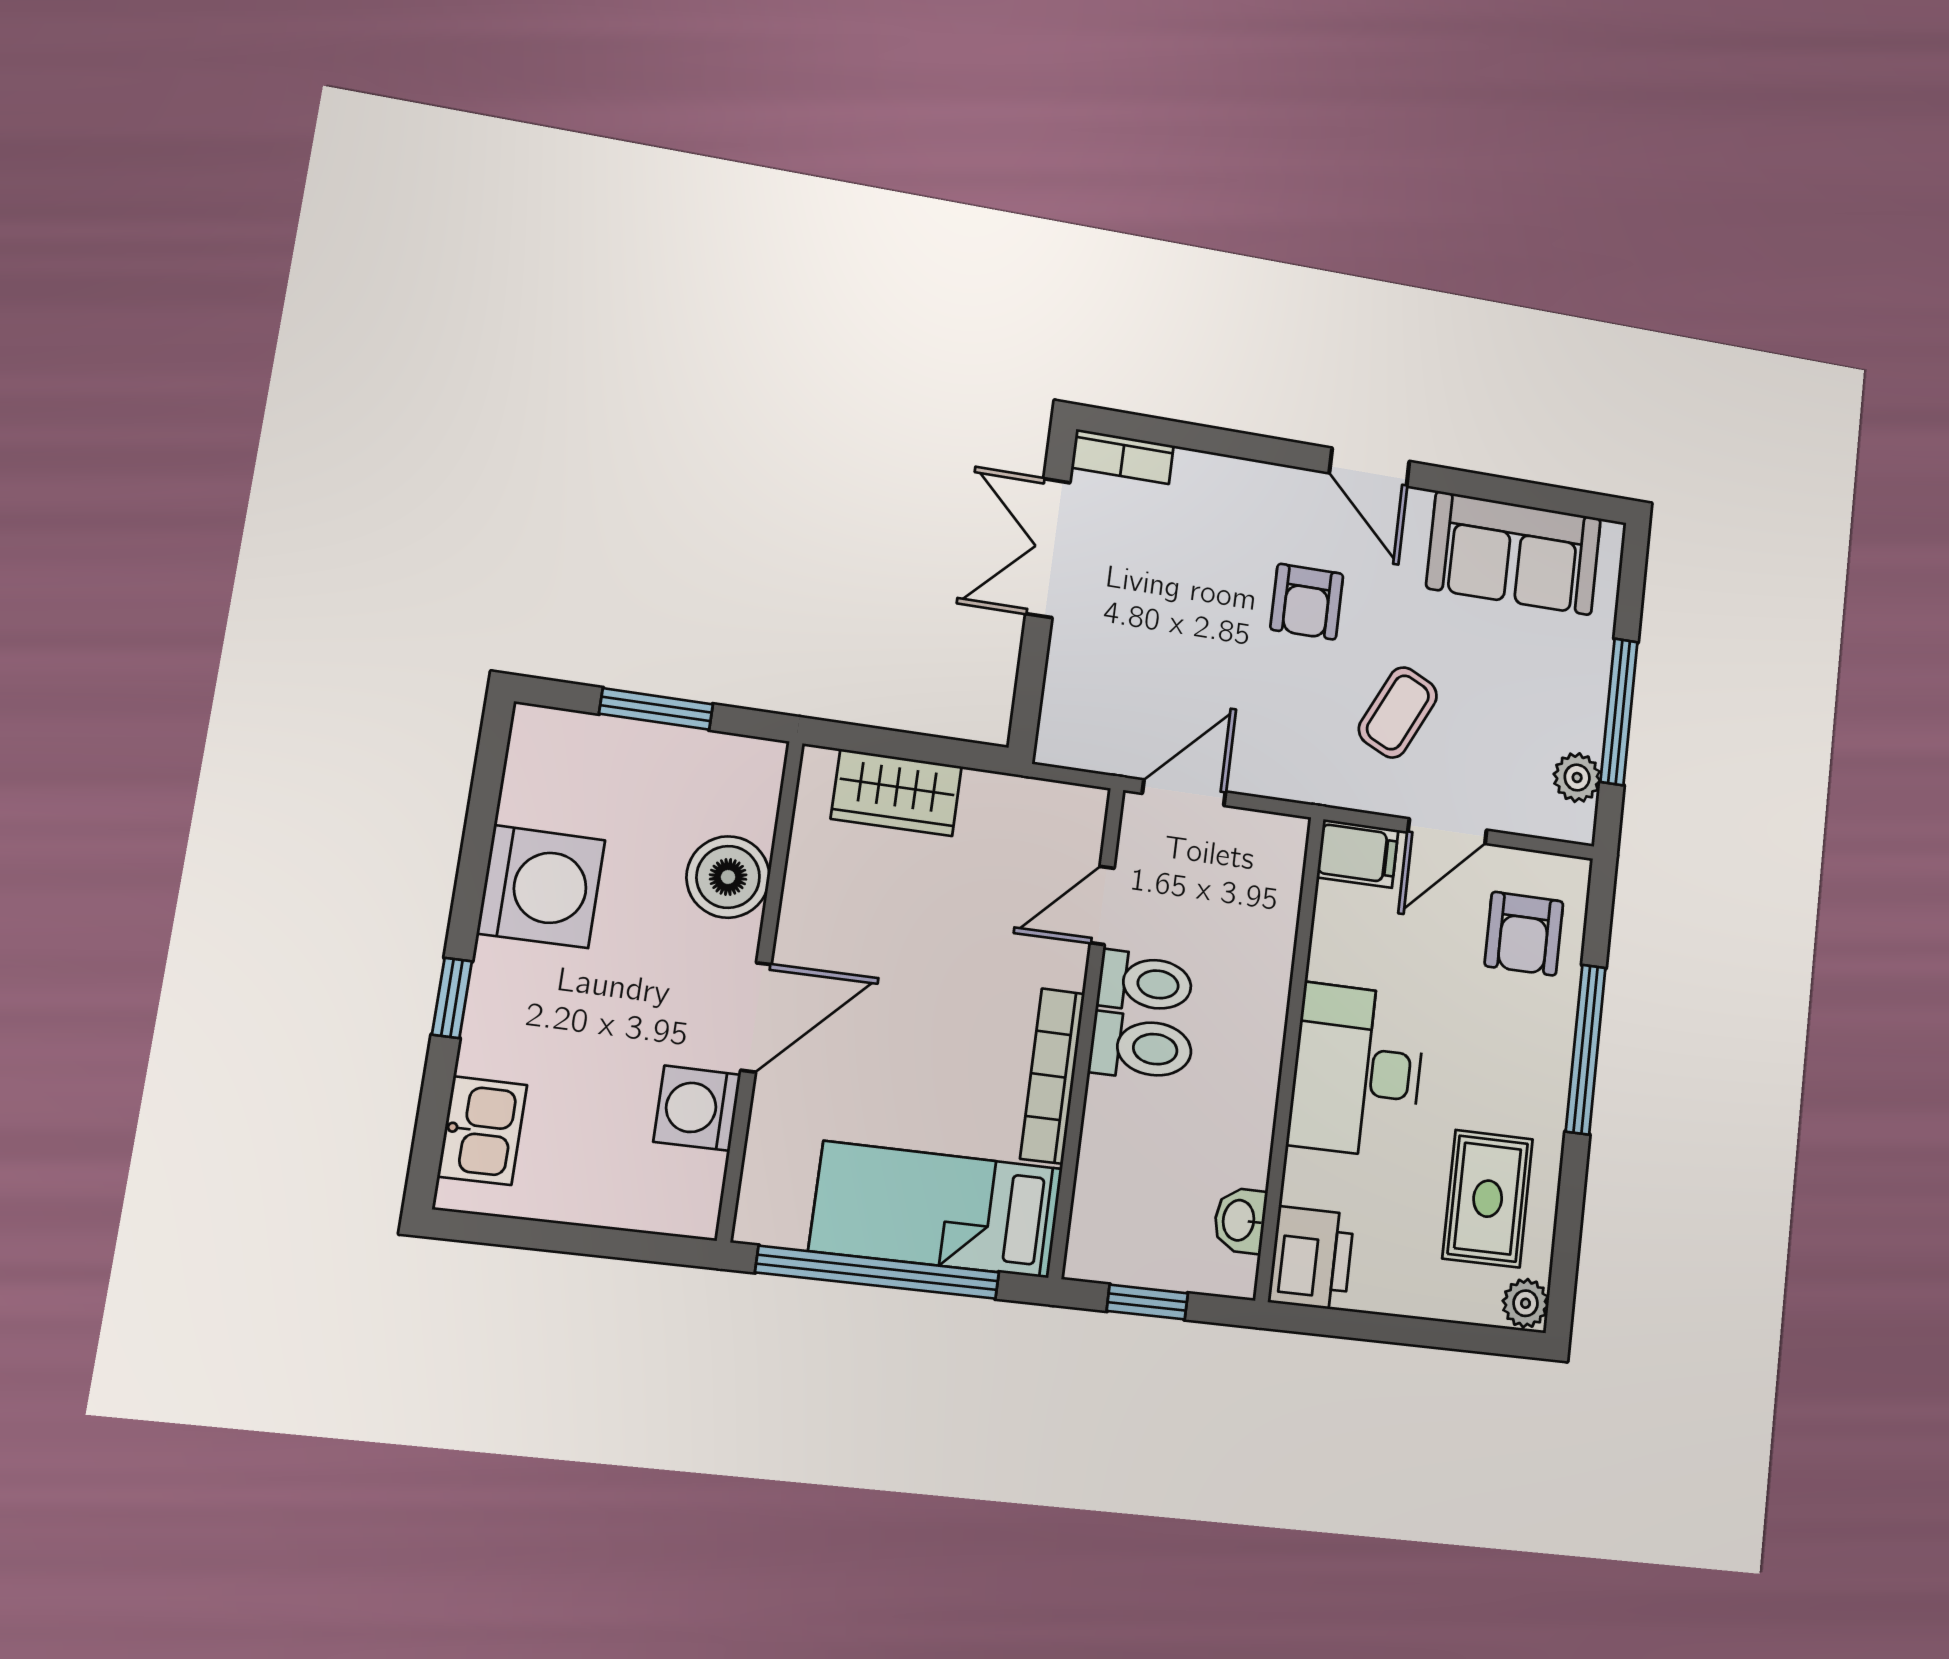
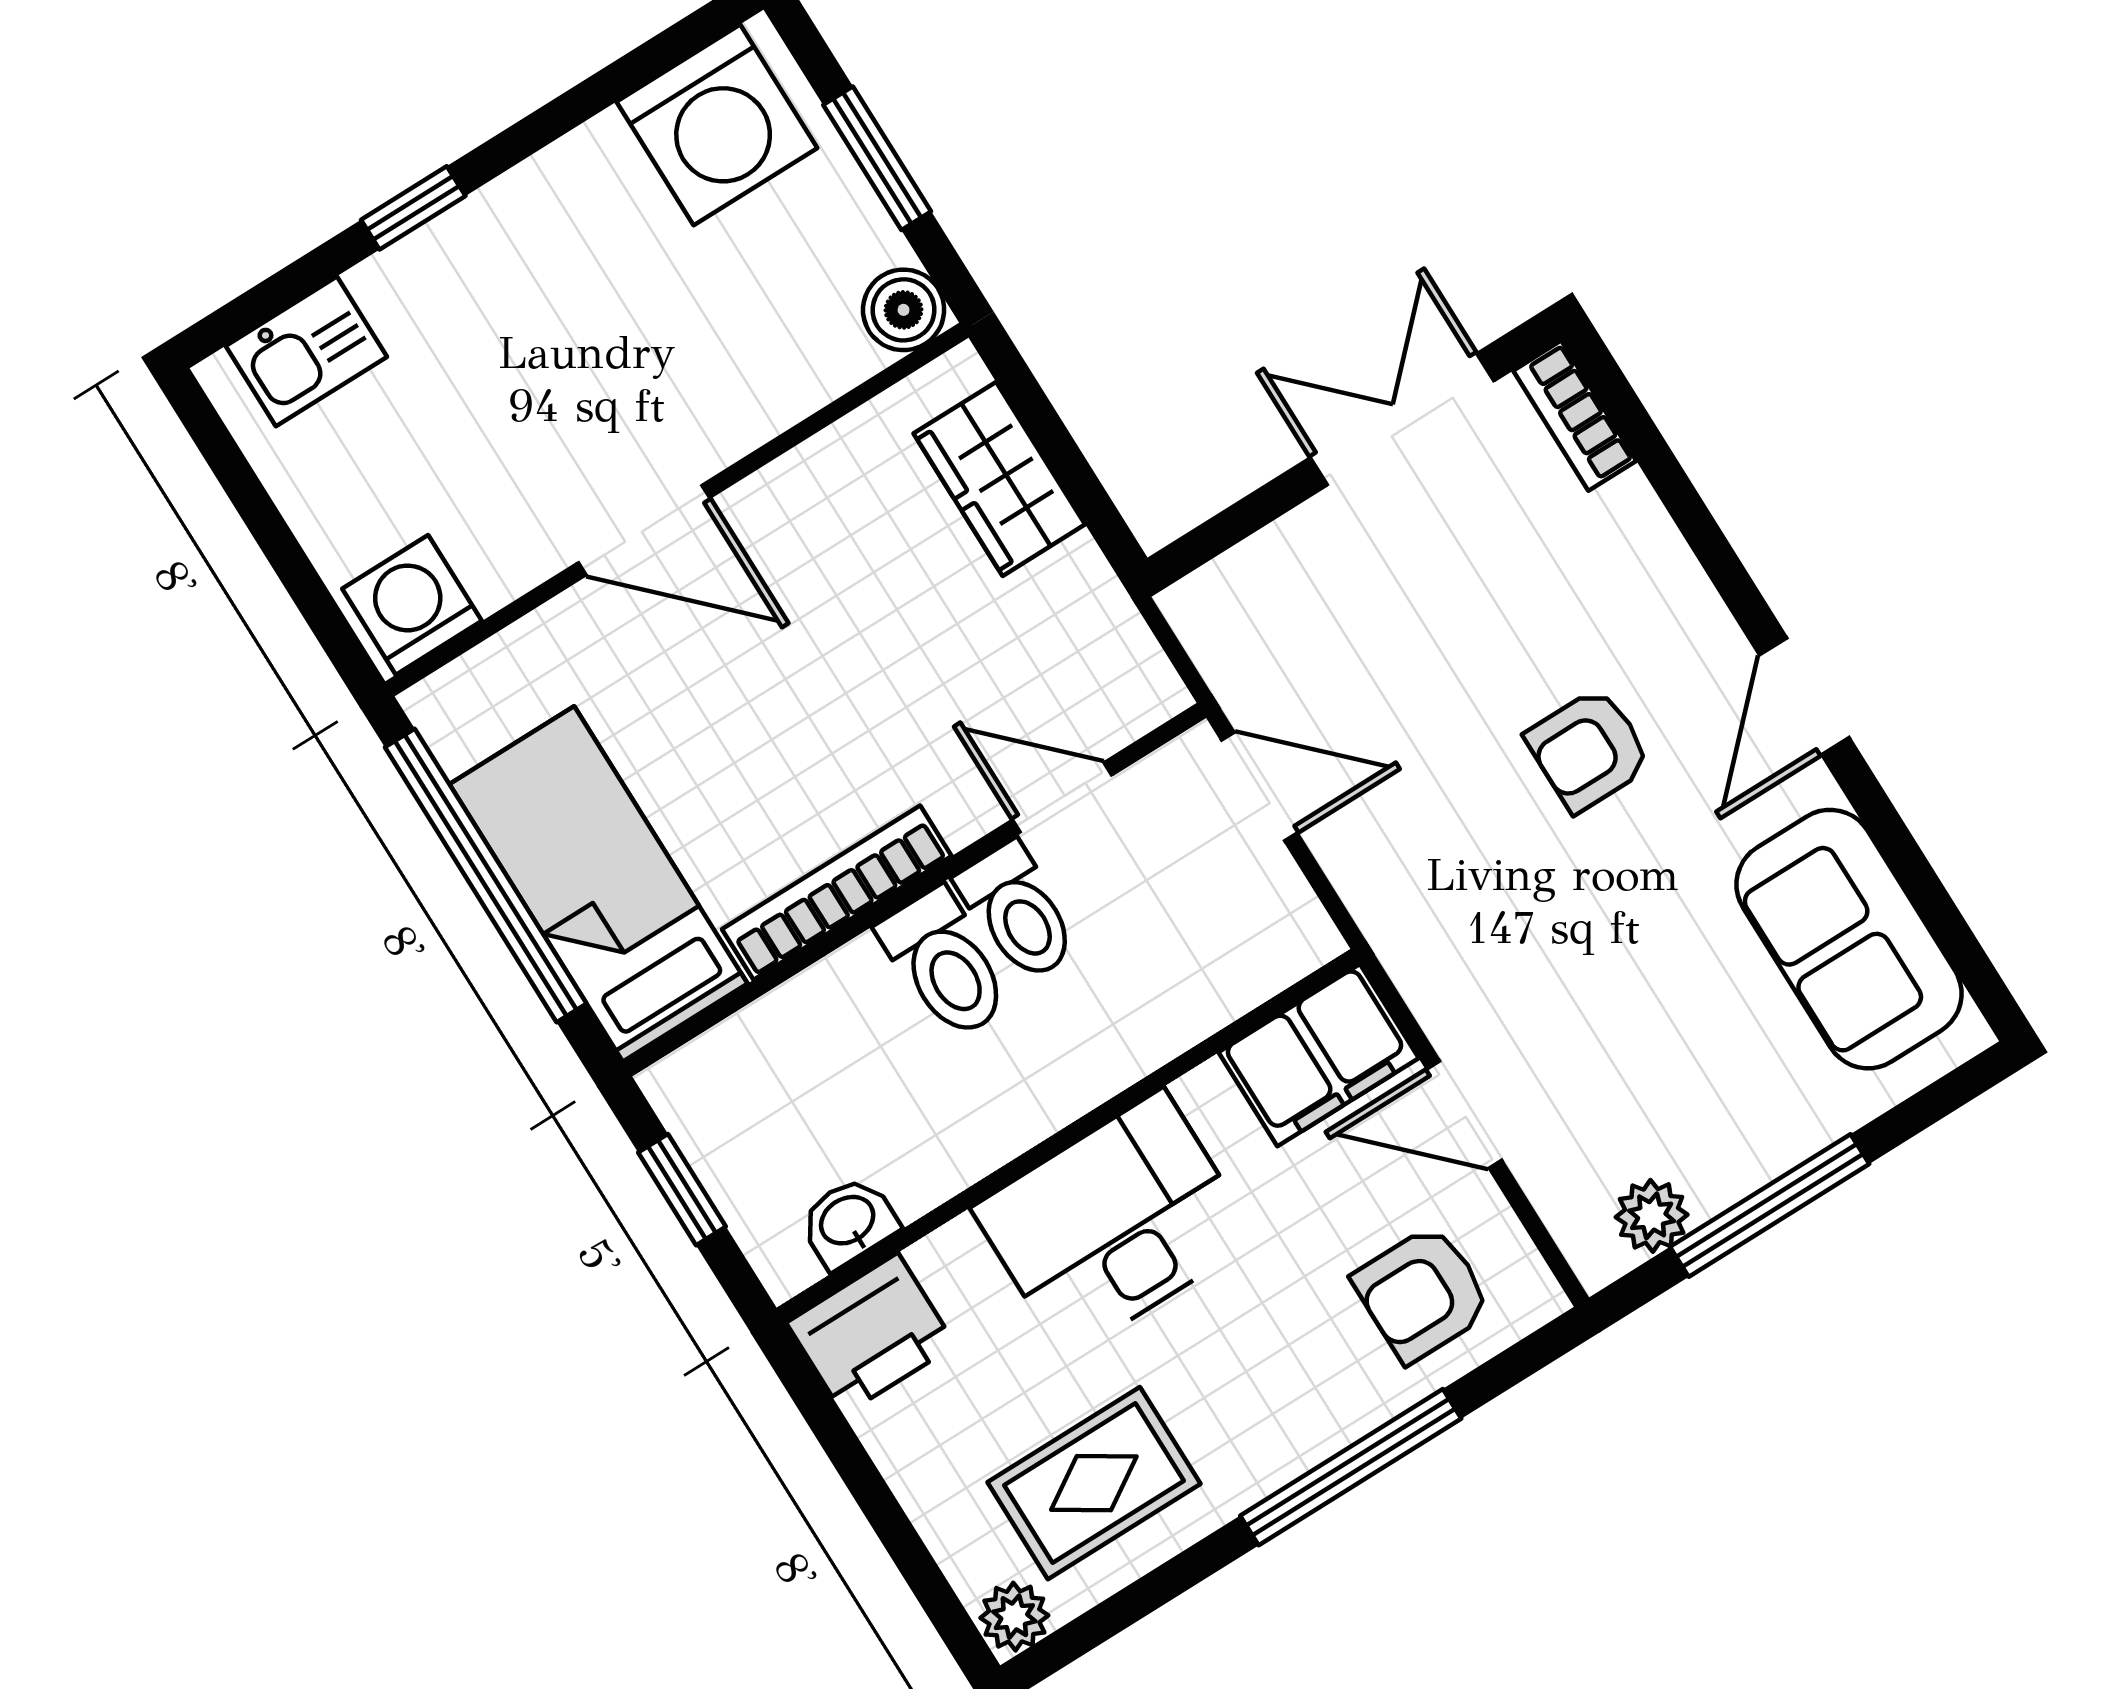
coffee table: (1398, 712) -> (1551, 952), removed
filing cabinet: (1358, 854) -> (1319, 1055), width x2.00
boiler: (728, 877) -> (904, 310), moved, width x0.73, depth x0.73
washing machine: (541, 887) -> (717, 125), moved
washing machine: (697, 1108) -> (412, 605), moved

